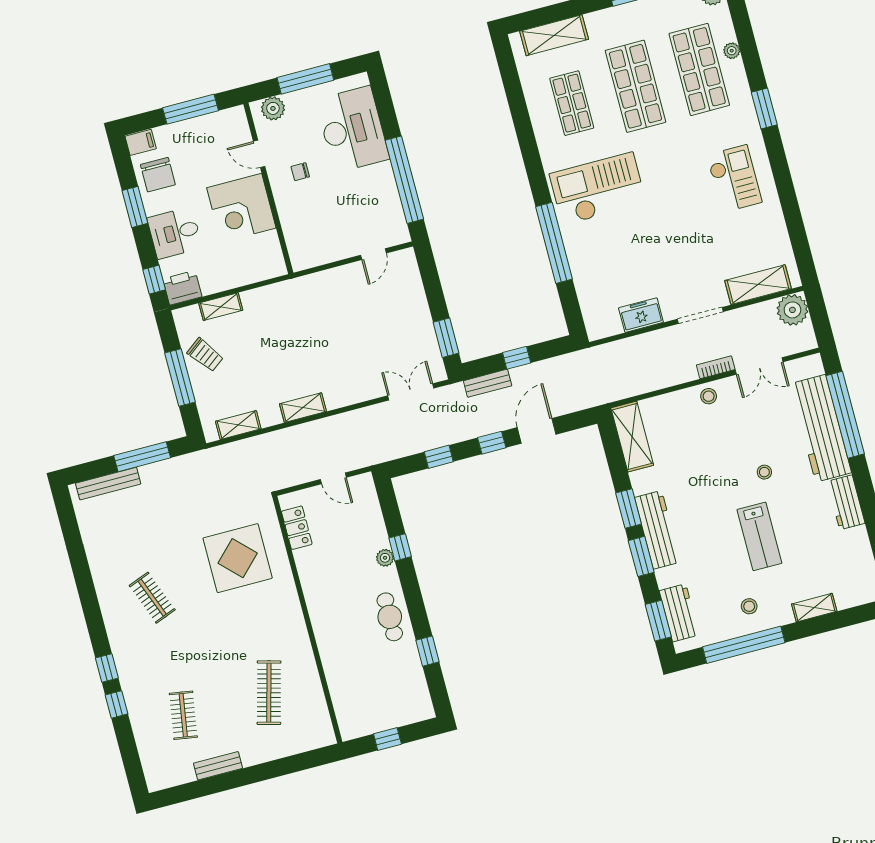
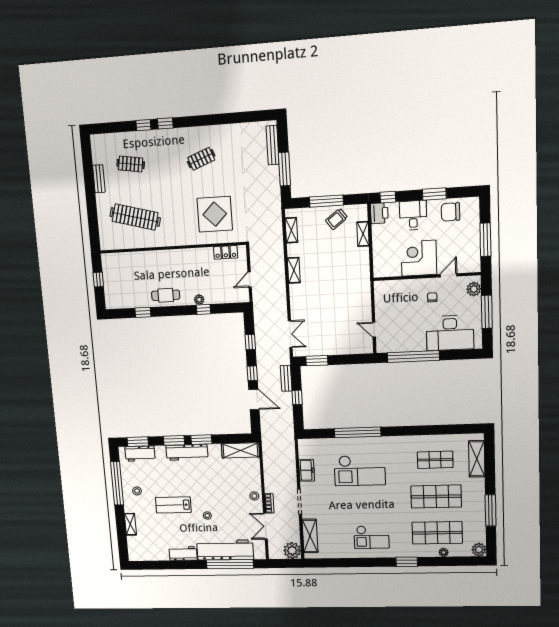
filing cabinet: (141, 142) -> (473, 205), removed
checkout: (598, 189) -> (360, 470), moved, turned 90
clothes rail: (269, 693) -> (135, 217), width x1.37, depth x1.31

